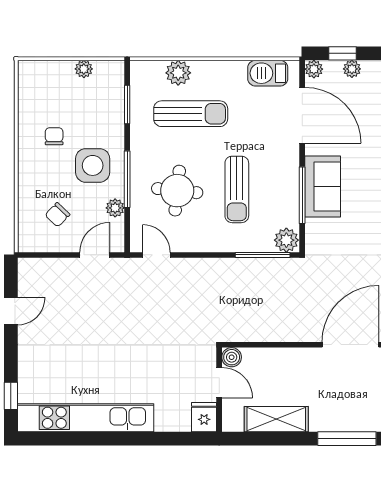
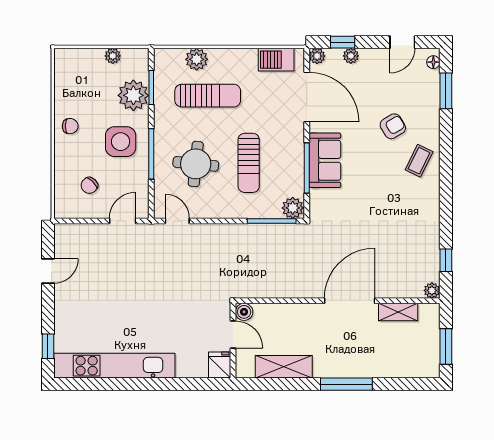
chair: (54, 136) -> (70, 126), moved, turned 90
plant: (115, 208) -> (133, 95), moved, width x1.87, depth x1.87

